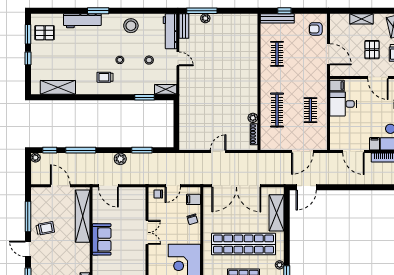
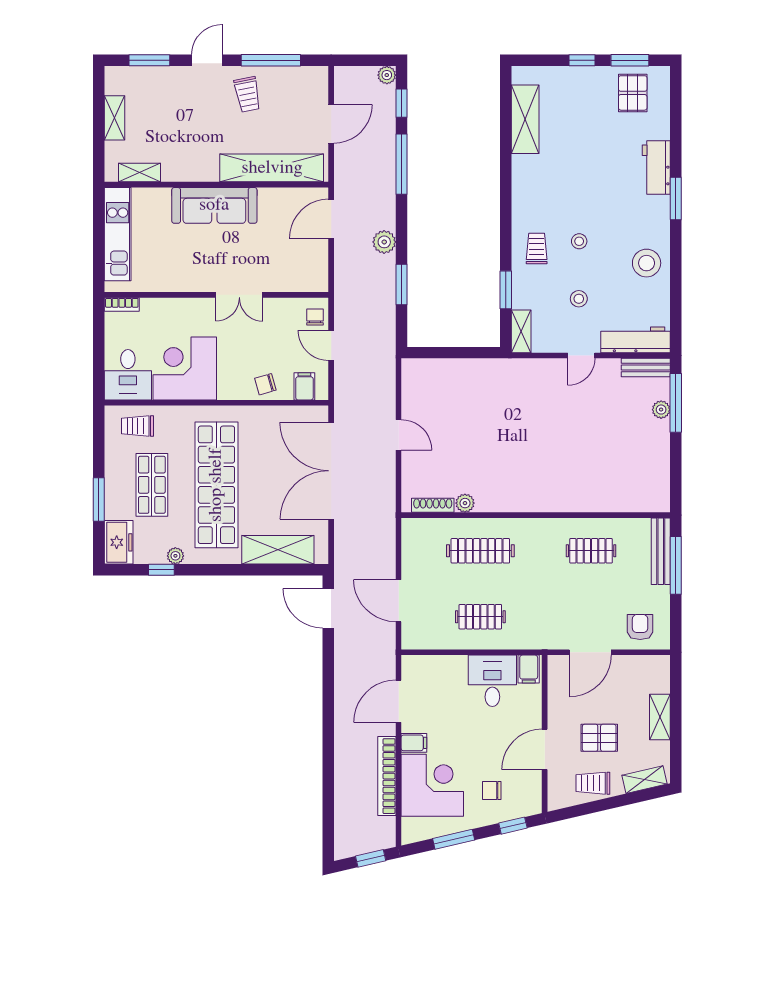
window: (284, 11) -> (676, 565), width x2.17
workbench: (82, 21) -> (656, 167), width x0.73
trolley: (105, 77) -> (537, 249), moved
sofa: (102, 239) -> (214, 205), width x1.36

